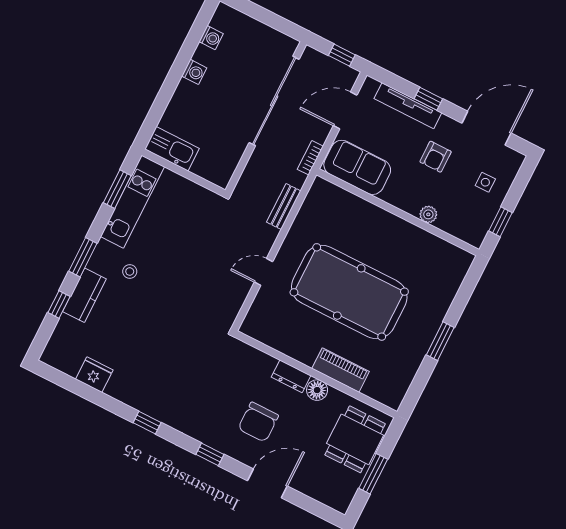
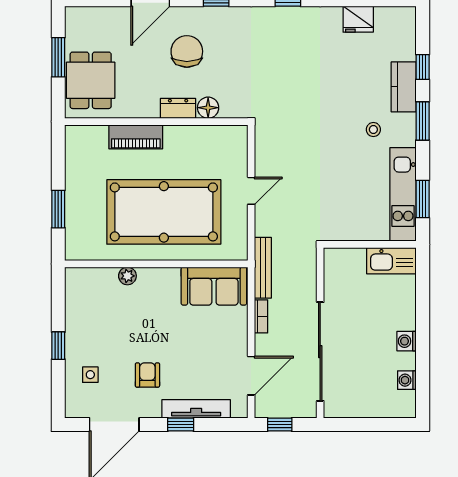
sofa: (357, 167) -> (214, 286), moved
bench: (284, 207) -> (263, 268), width x1.36
wall: (398, 212) -> (156, 264), moved
plant: (428, 214) -> (127, 276), moved
floor lamp: (317, 390) -> (208, 108), moved

